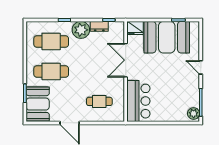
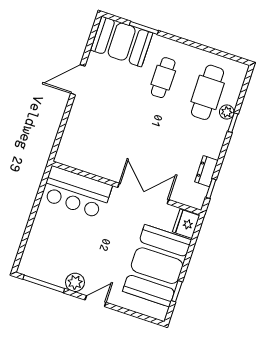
plant: (81, 30) -> (227, 112), moved, width x0.53, depth x0.53
cafe table: (51, 71) -> (163, 78), width x0.73, depth x0.74
cafe table: (99, 101) -> (95, 134), removed
plant: (194, 114) -> (75, 282), moved

